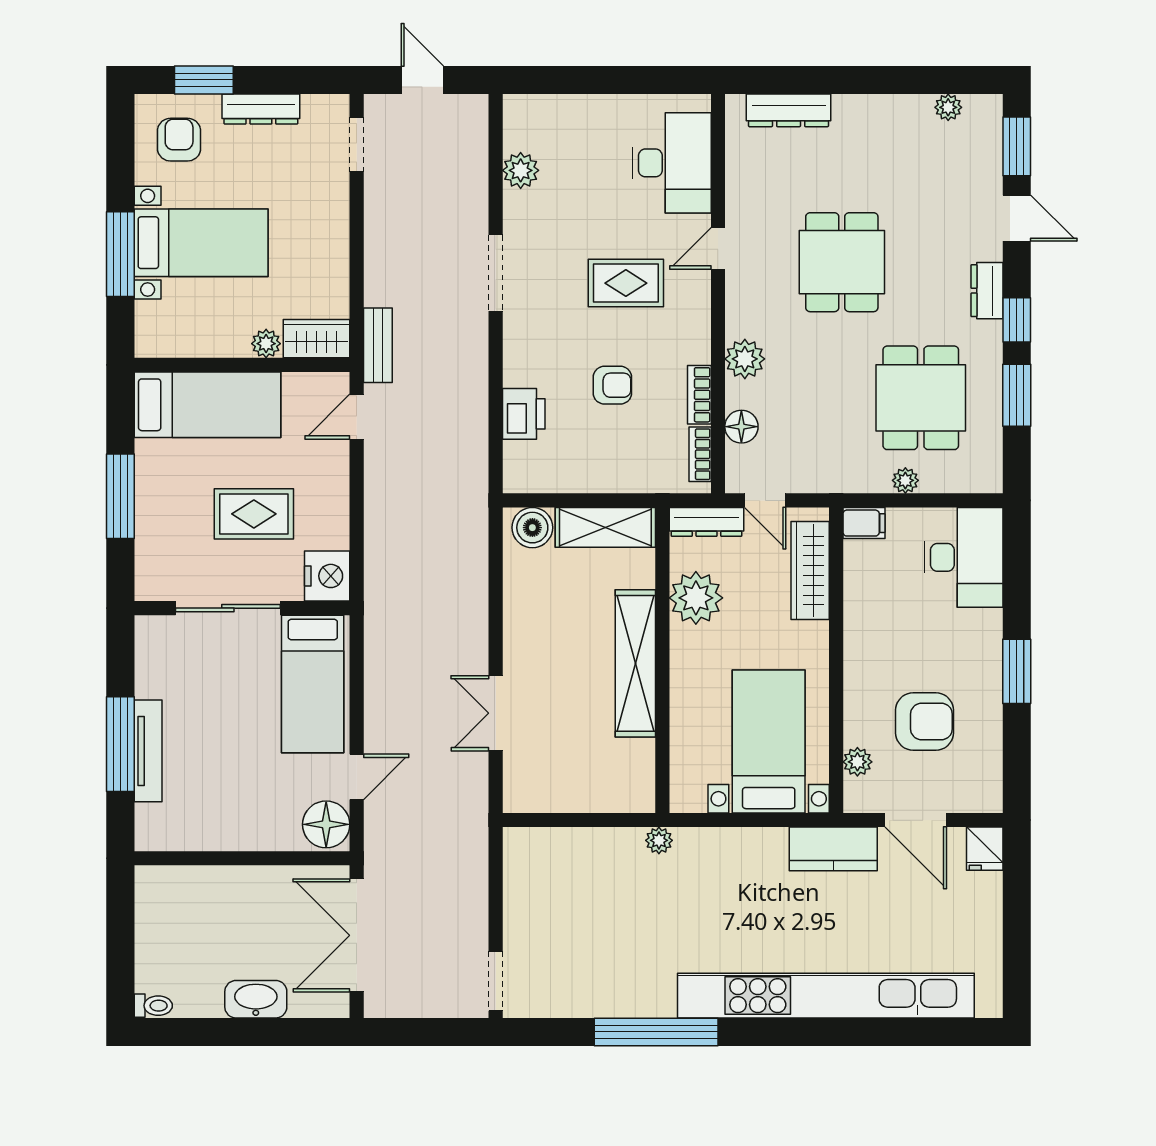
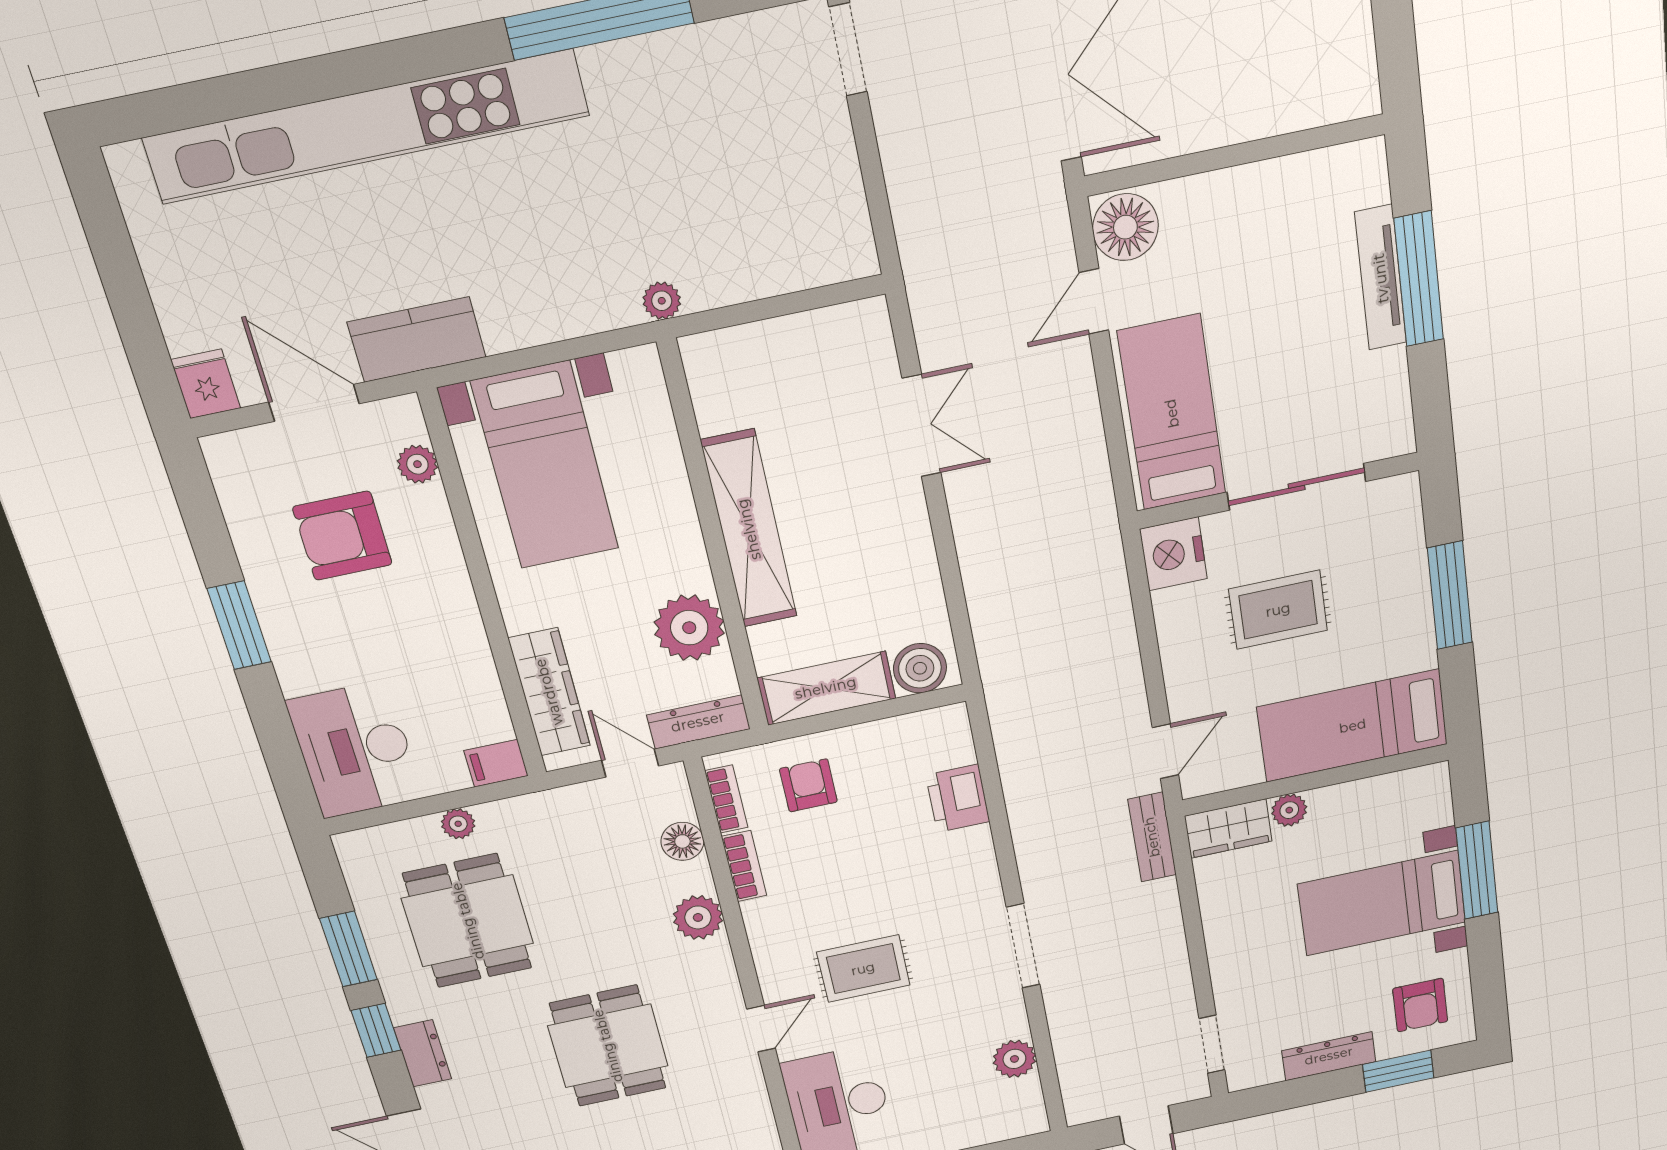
armchair: (612, 385) -> (808, 785), moved, turned 90

